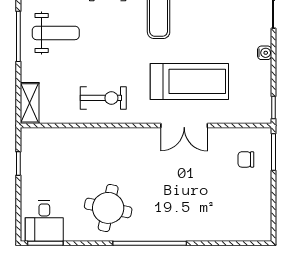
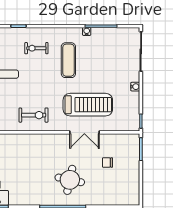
chair: (246, 159) -> (107, 162), moved
round table: (108, 208) -> (70, 180), moved

